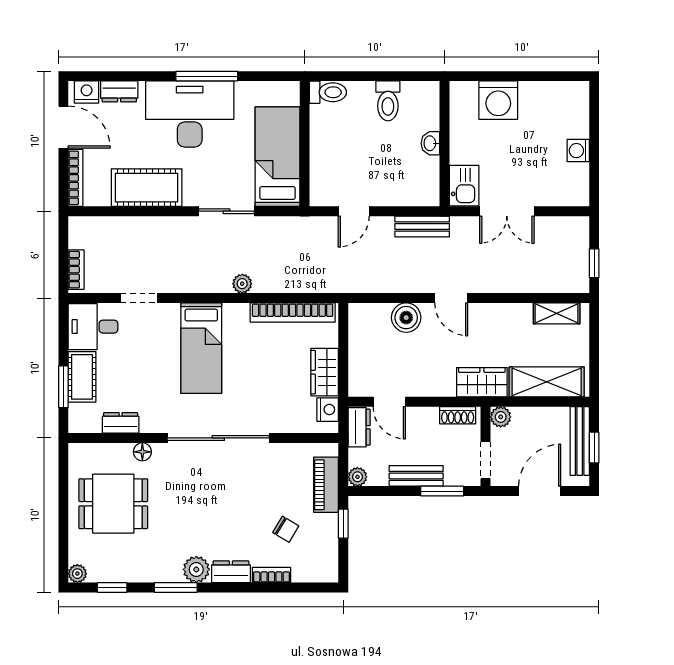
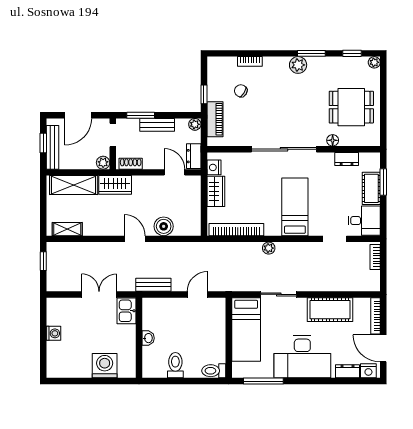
window: (207, 76) -> (263, 381), moved
dresser: (231, 572) -> (276, 63), removed

